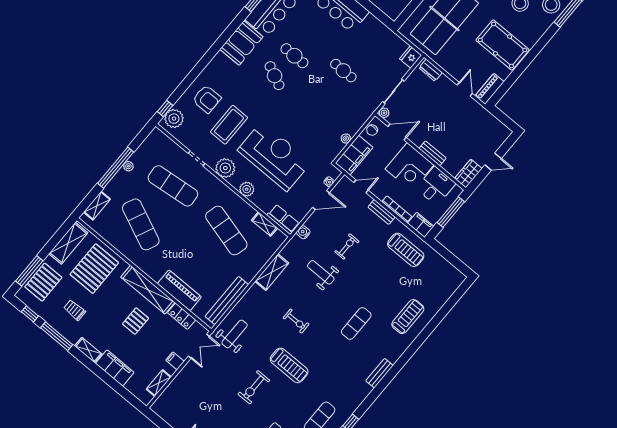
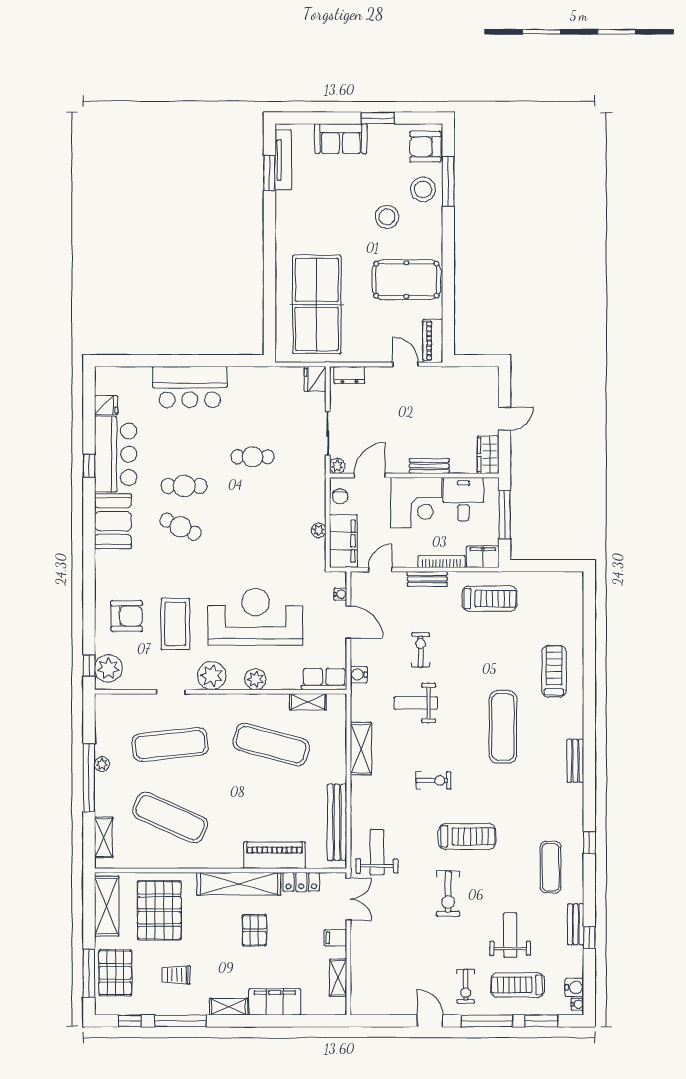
door: (321, 200) -> (348, 622), hinge flipped
exercise mat: (356, 323) -> (503, 727), width x1.36, depth x1.45

